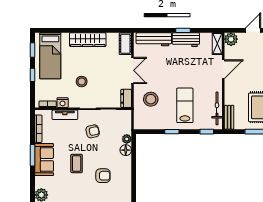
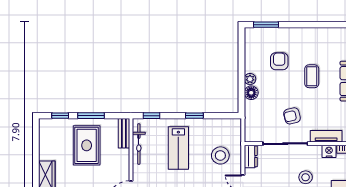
plant: (127, 139) -> (250, 79), moved
armchair: (103, 176) -> (279, 61), turned 90

